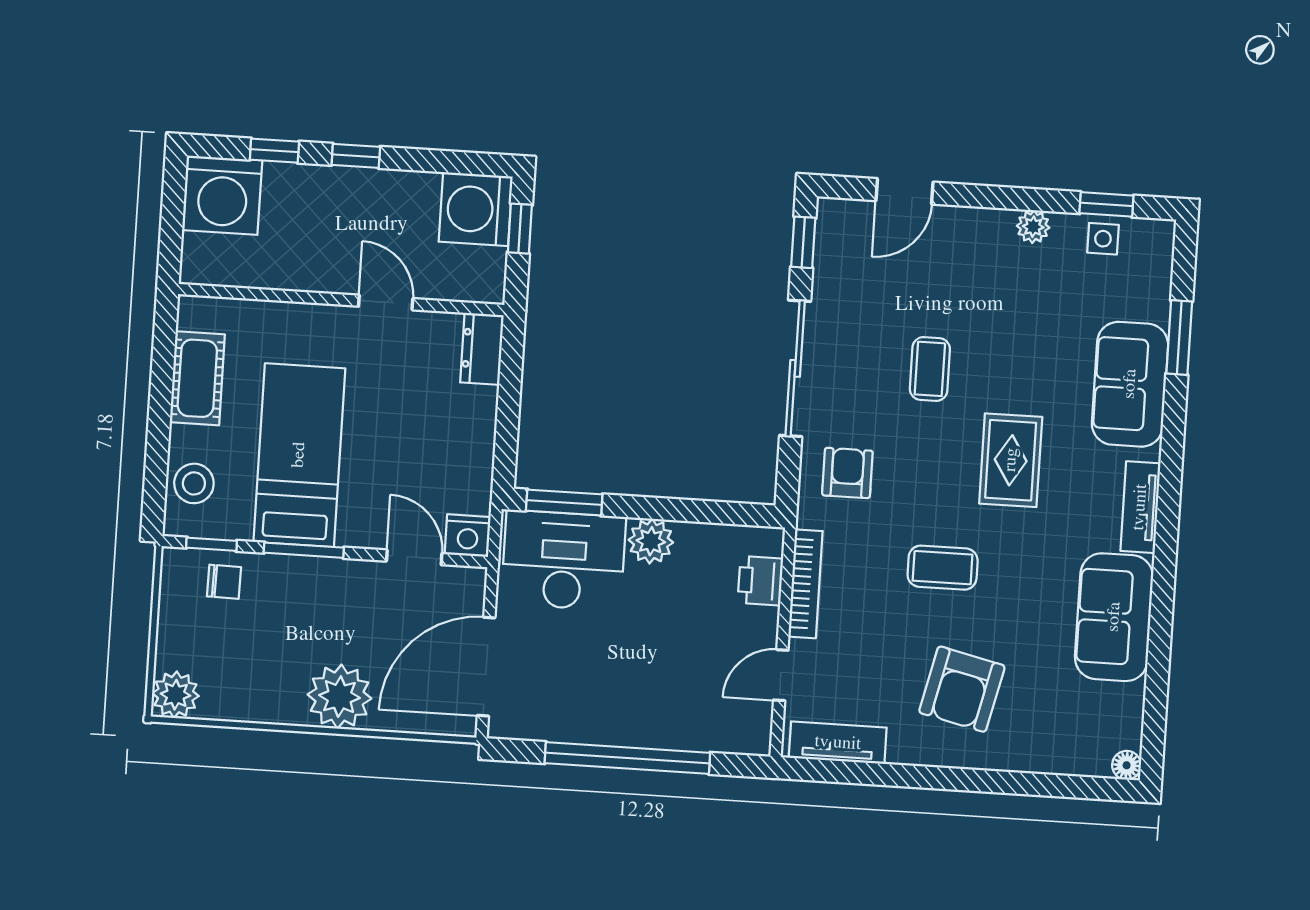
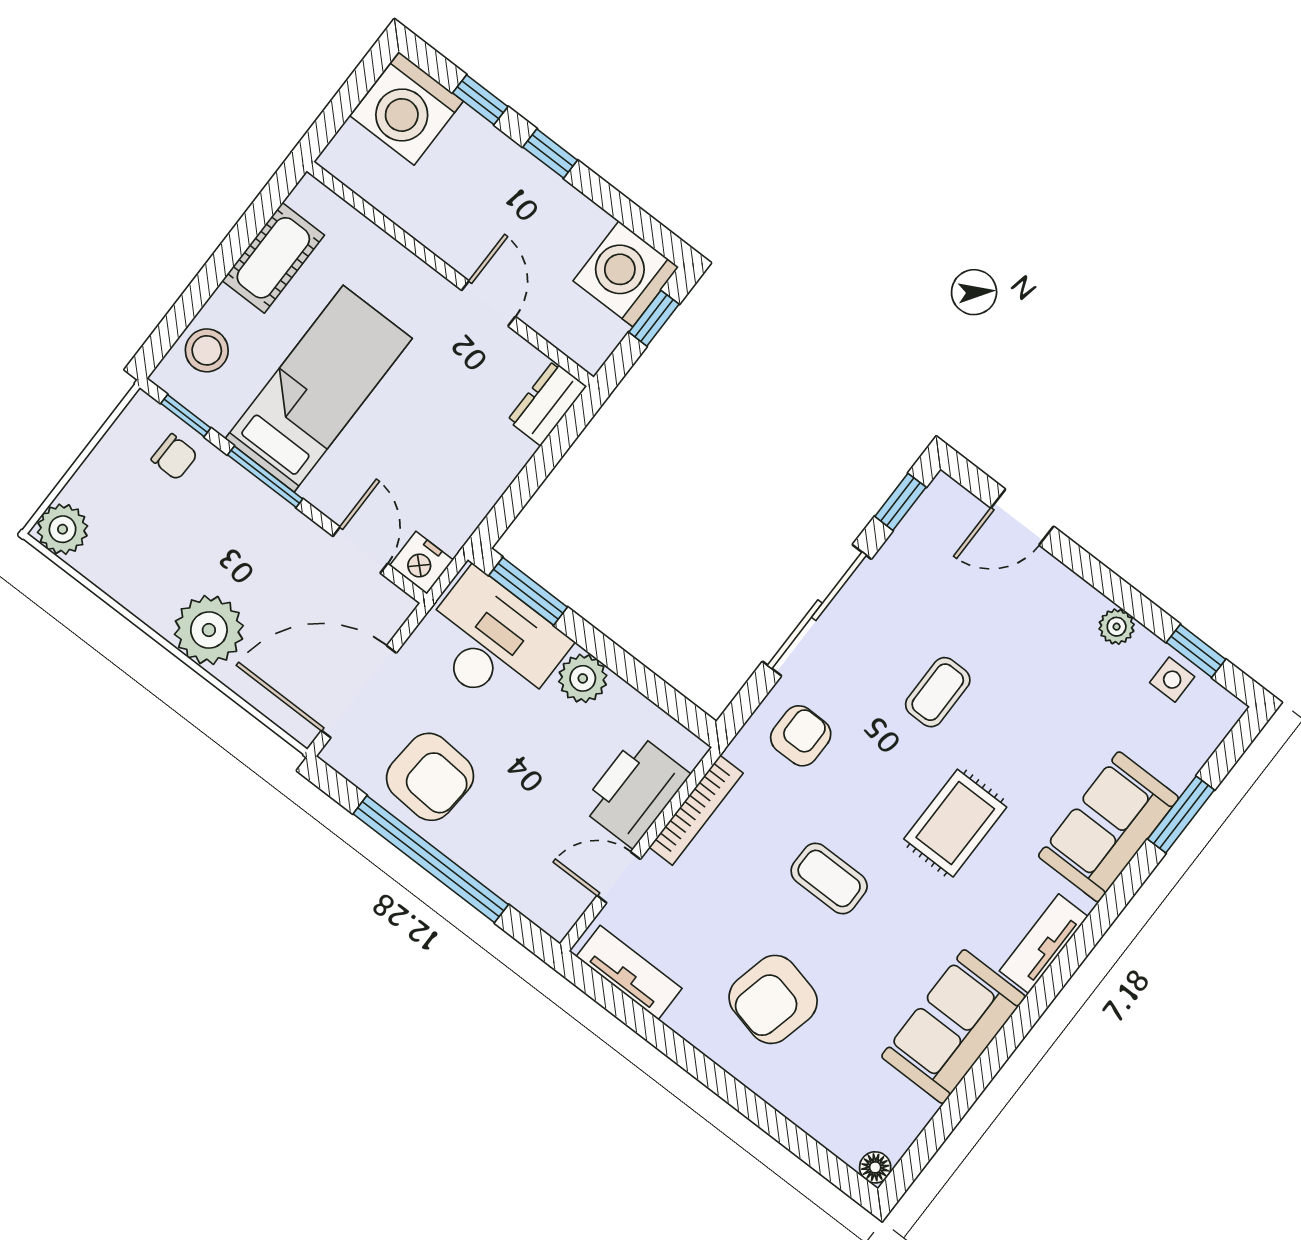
printer: (760, 581) -> (635, 791), width x1.87, depth x1.48
armchair: (585, 695) -> (430, 777), added

